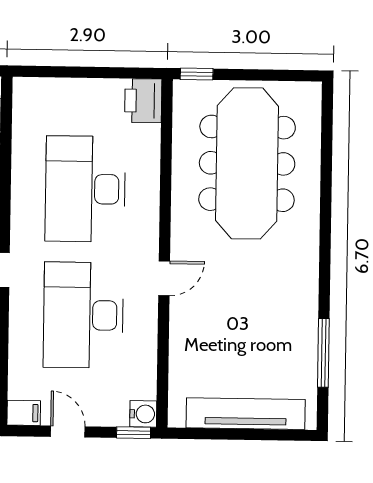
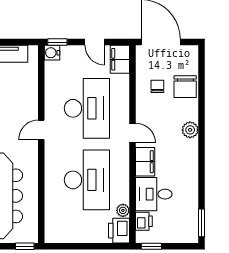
printer: (143, 101) -> (119, 231), moved, turned 180
plant: (23, 134) -> (123, 210), added
filing cabinet: (24, 413) -> (120, 59), width x2.00

